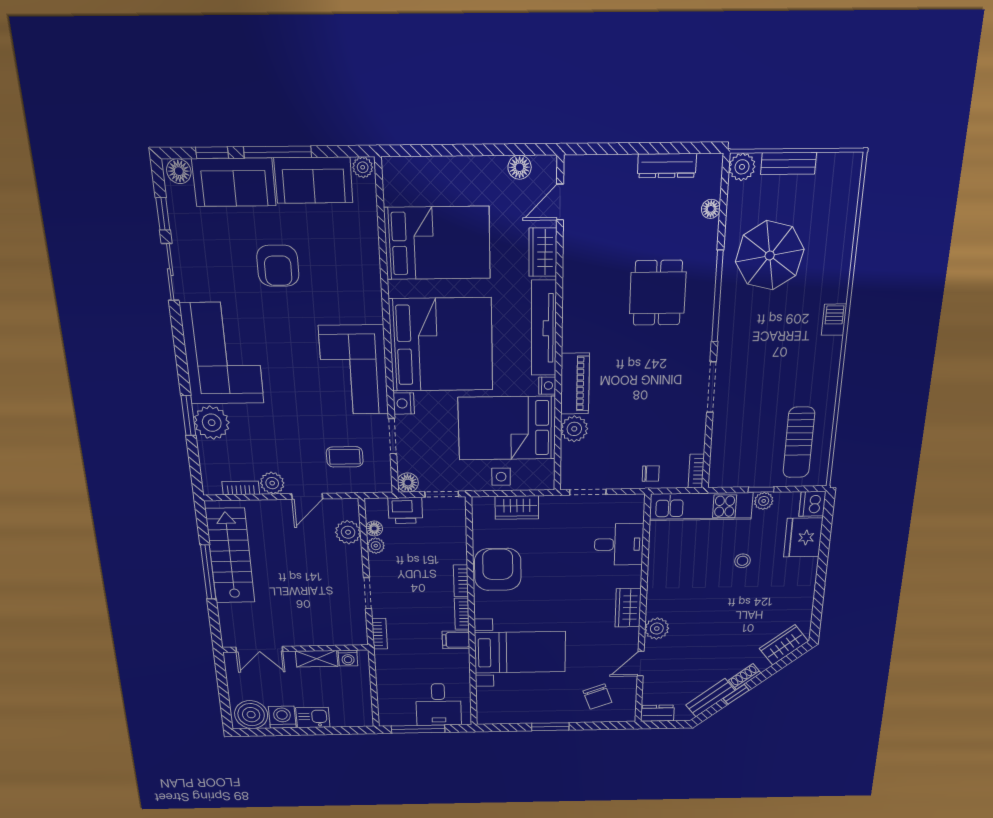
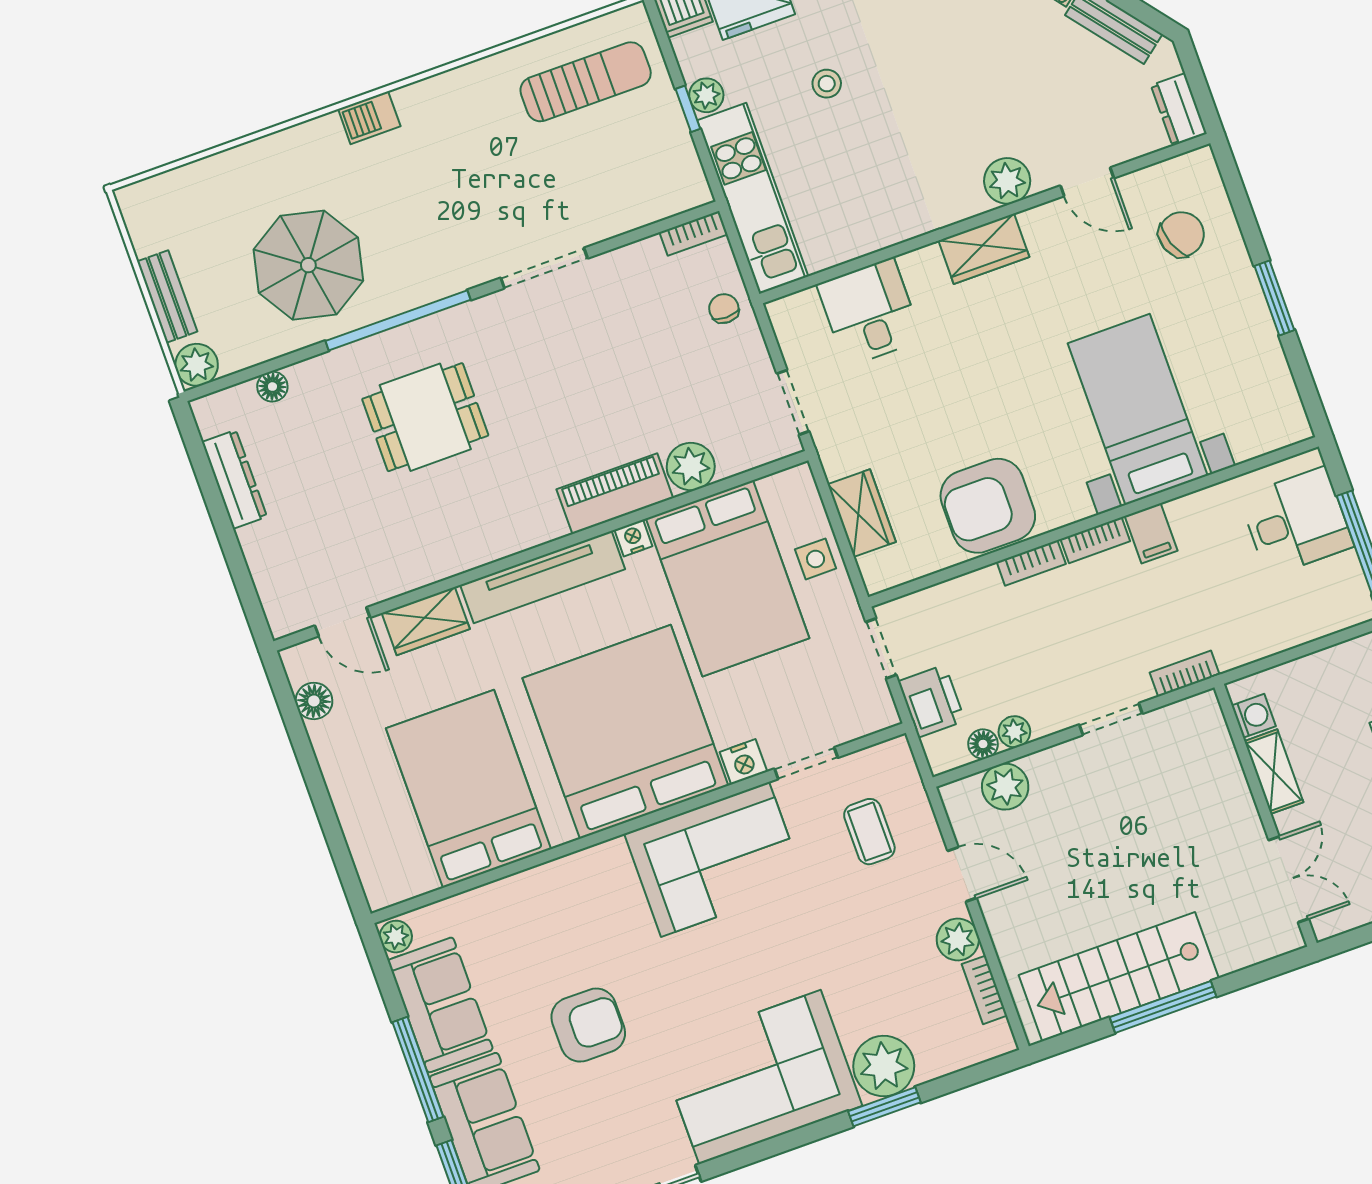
floor lamp: (408, 483) -> (879, 712), removed

